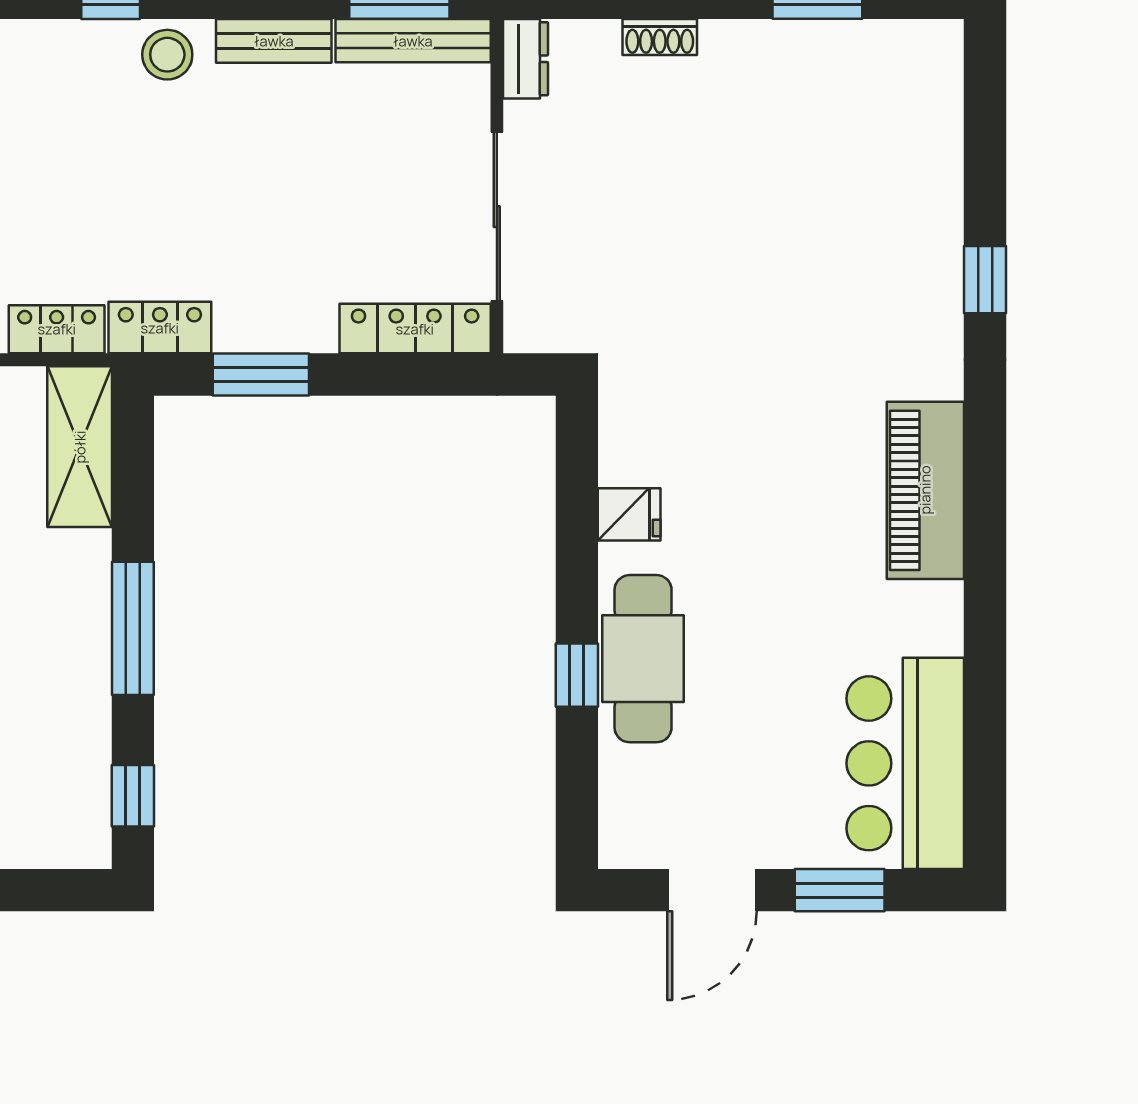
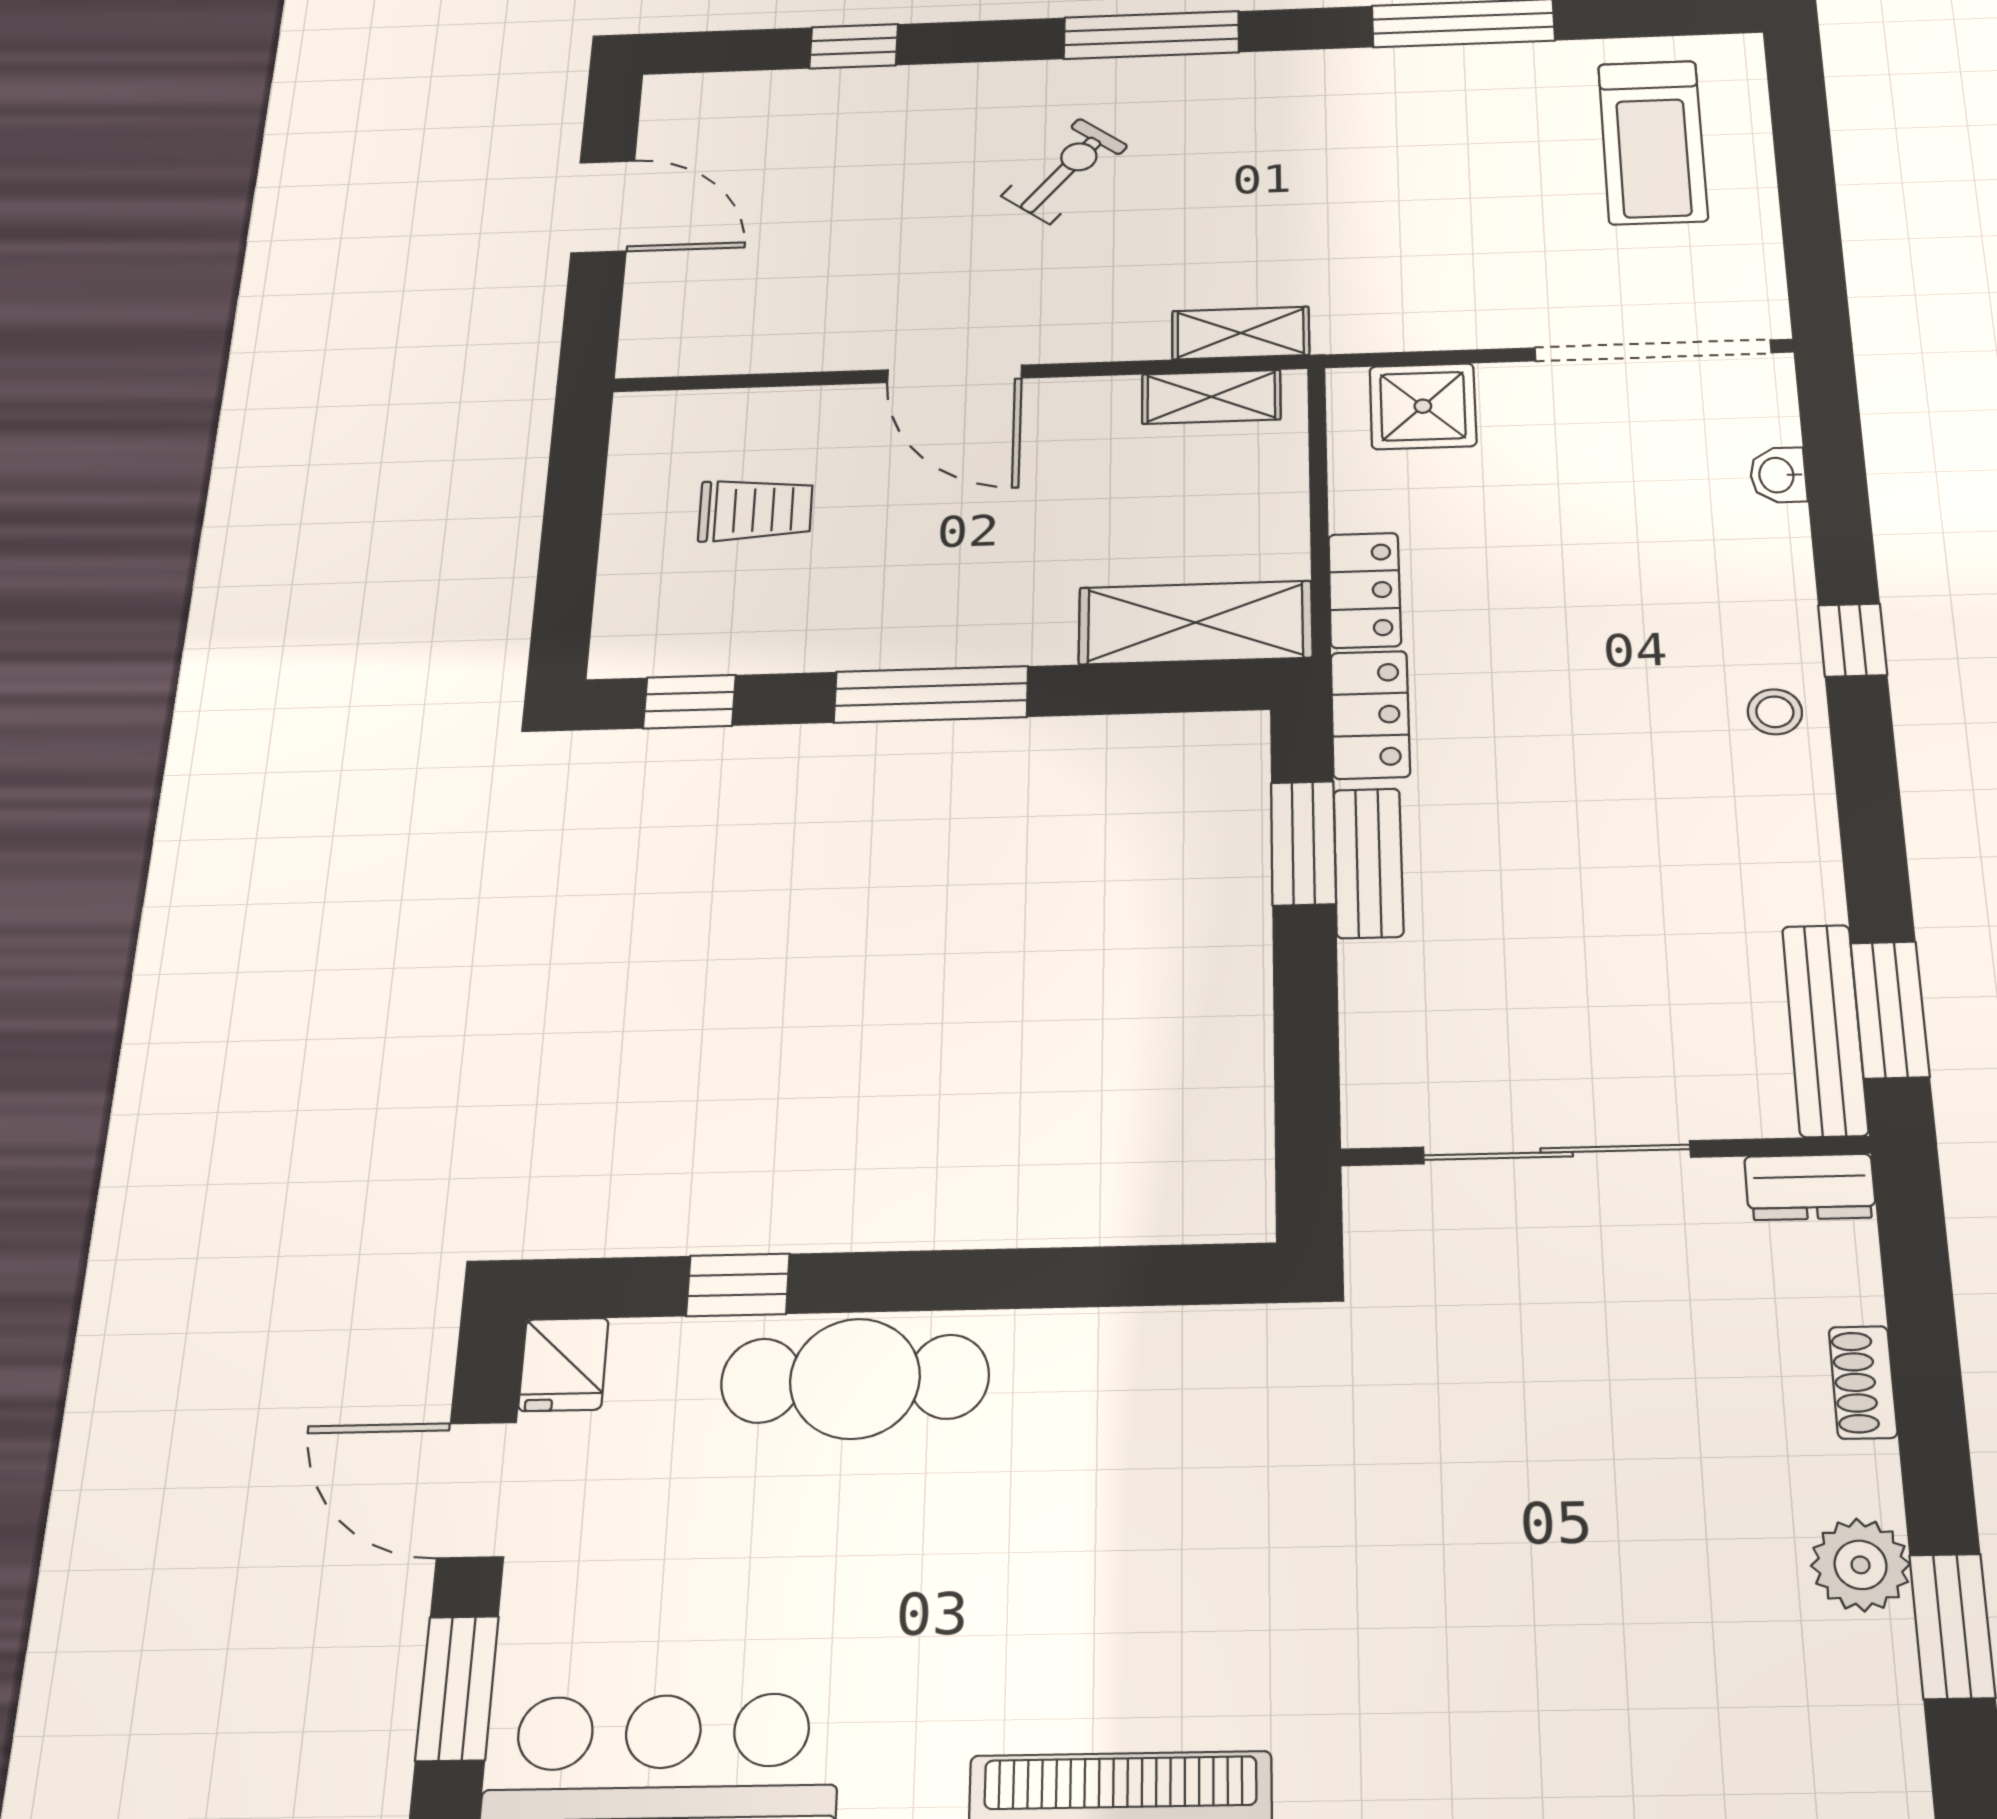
bench: (274, 41) -> (1368, 863), moved
plant: (778, 48) -> (1861, 1565), added
stool: (167, 55) -> (1775, 712), width x0.73, depth x0.73
locker: (415, 329) -> (1377, 1044), removed
fridge: (629, 514) -> (564, 1364), moved
window: (577, 675) -> (738, 1285), moved

